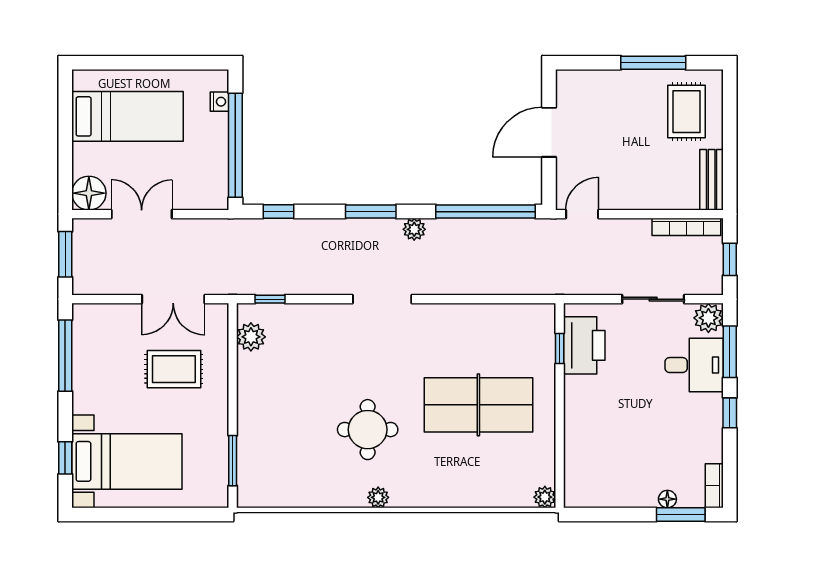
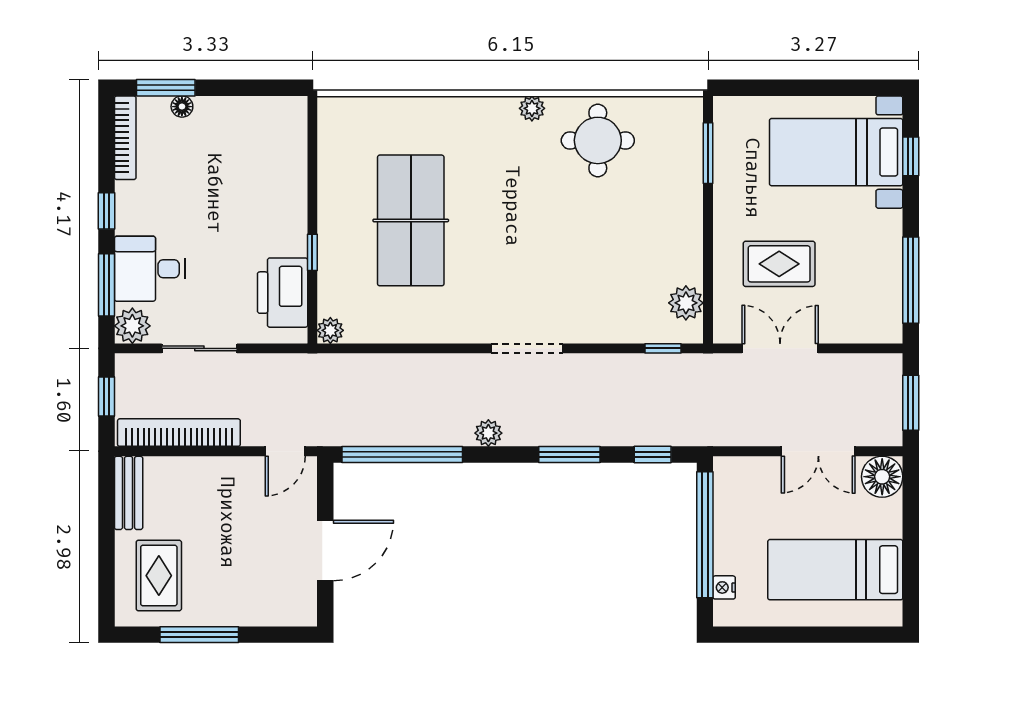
window: (371, 212) -> (569, 455), moved
bookcase: (686, 227) -> (179, 433), width x1.48, depth x1.31
window: (560, 348) -> (312, 252), moved
table tennis table: (478, 405) -> (411, 220), turned 90
round table: (368, 430) -> (598, 140), moved
bookcase: (714, 486) -> (125, 138), width x1.56
plant: (545, 497) -> (330, 330), moved

